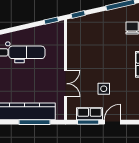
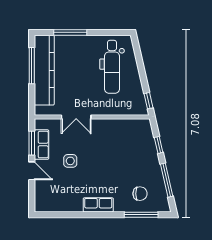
window: (78, 14) -> (159, 145), moved
window: (35, 122) -> (32, 66), moved

